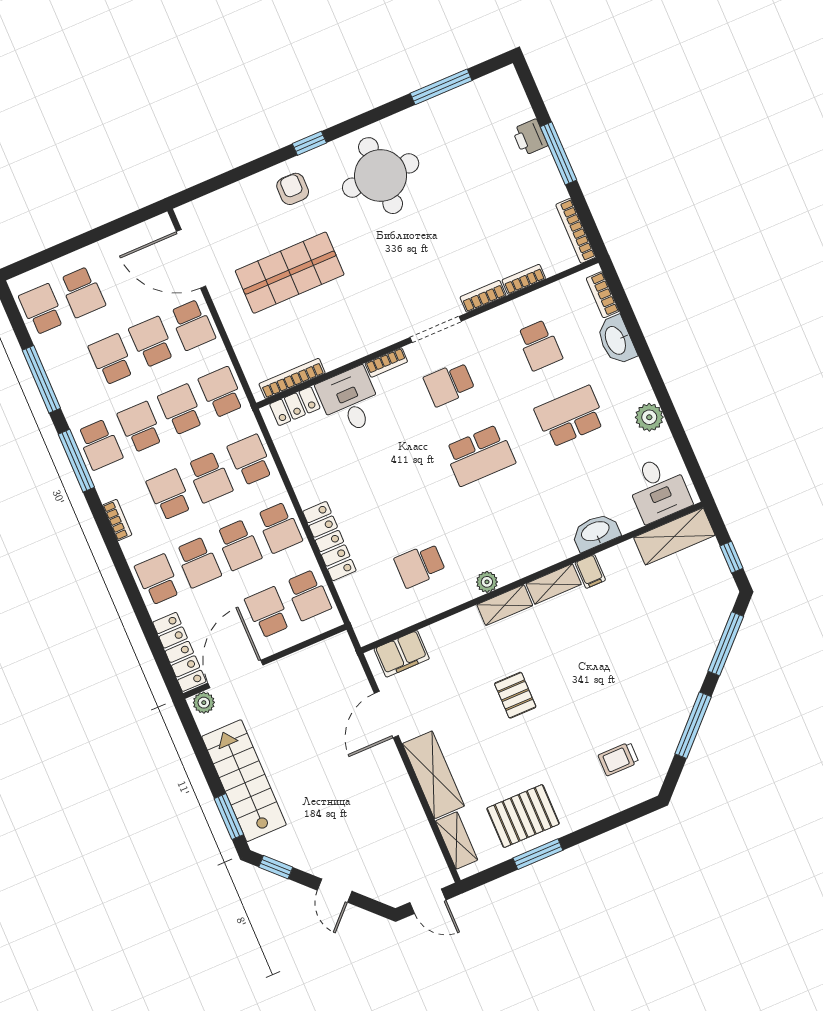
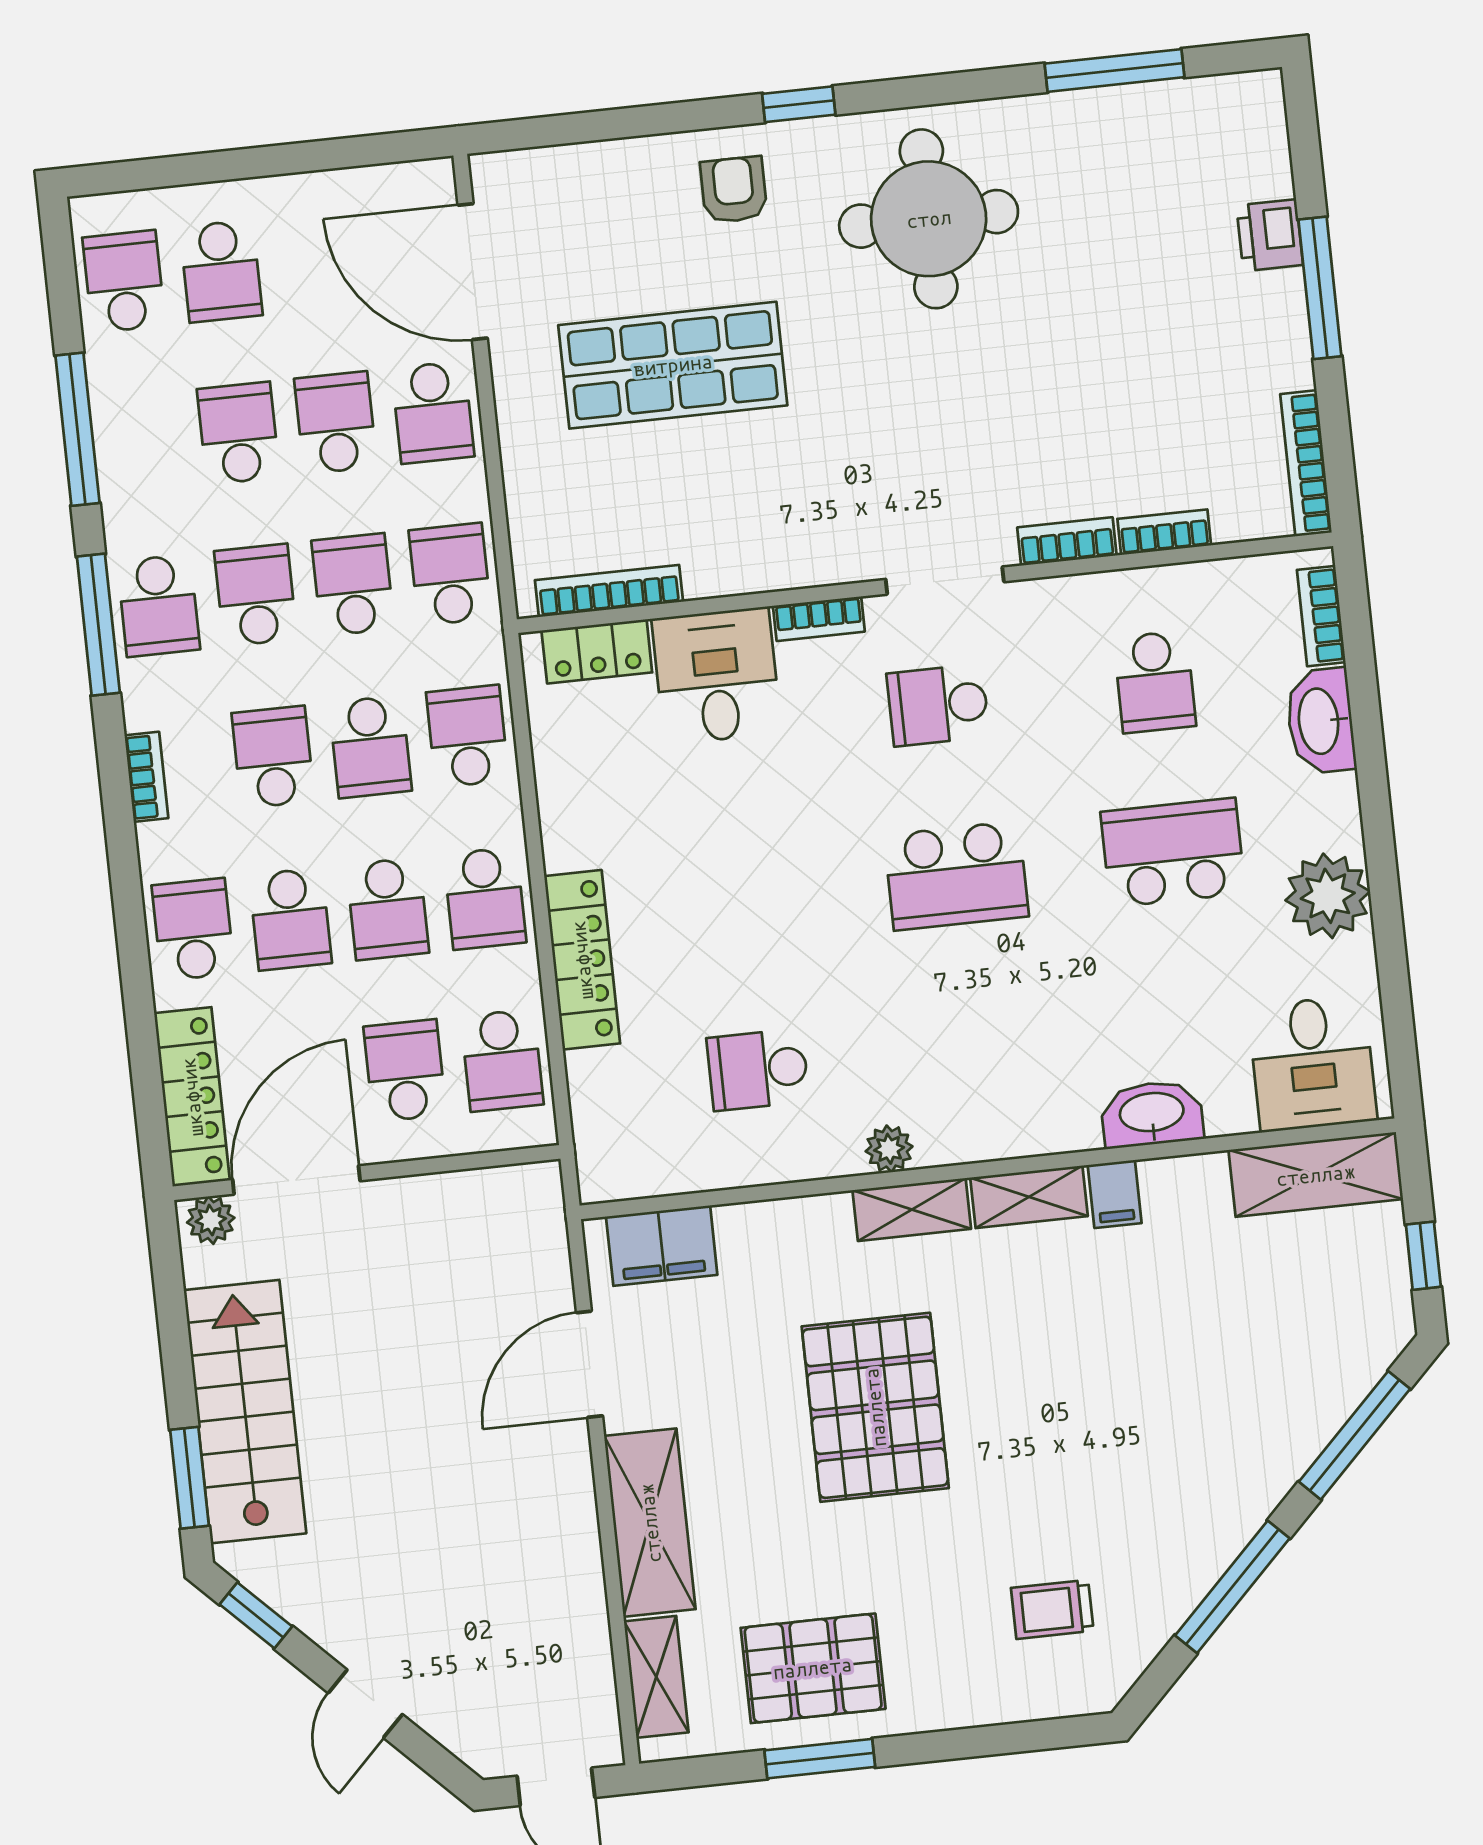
plant: (649, 417) -> (1328, 896), width x1.36, depth x1.36
pallet: (515, 695) -> (875, 1407), width x2.05, depth x2.00

